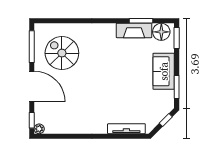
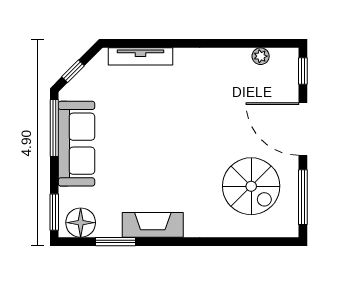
fireplace: (134, 30) -> (153, 225), moved
sofa: (164, 71) -> (77, 144), width x1.36
window: (177, 87) -> (54, 128), width x1.44
plant: (39, 129) -> (261, 56), moved

